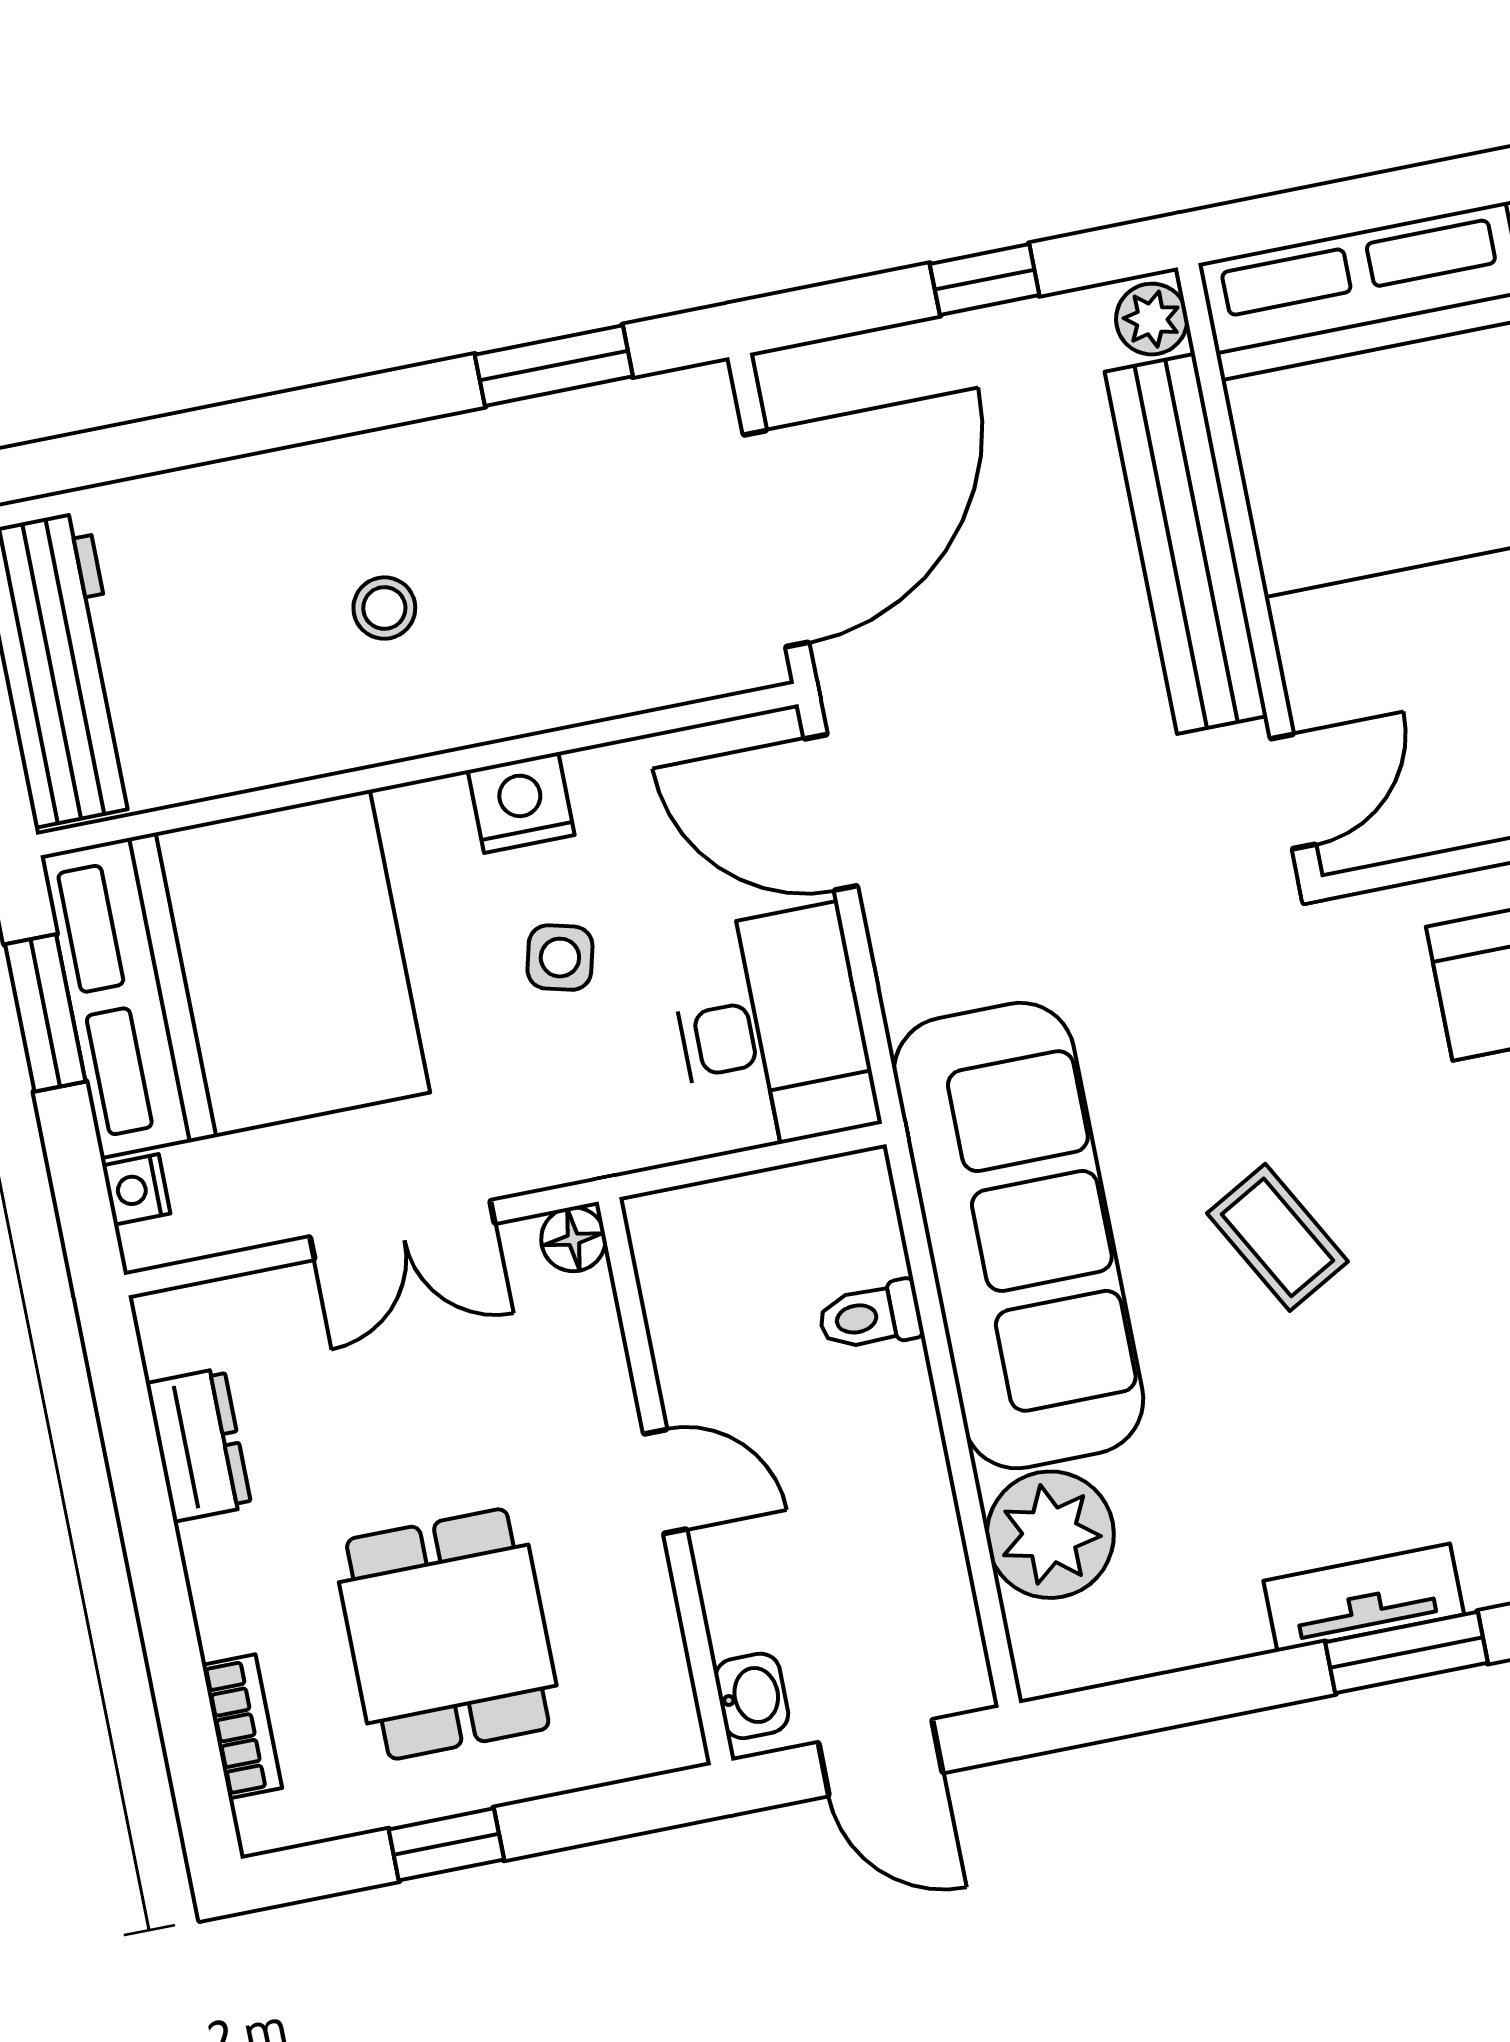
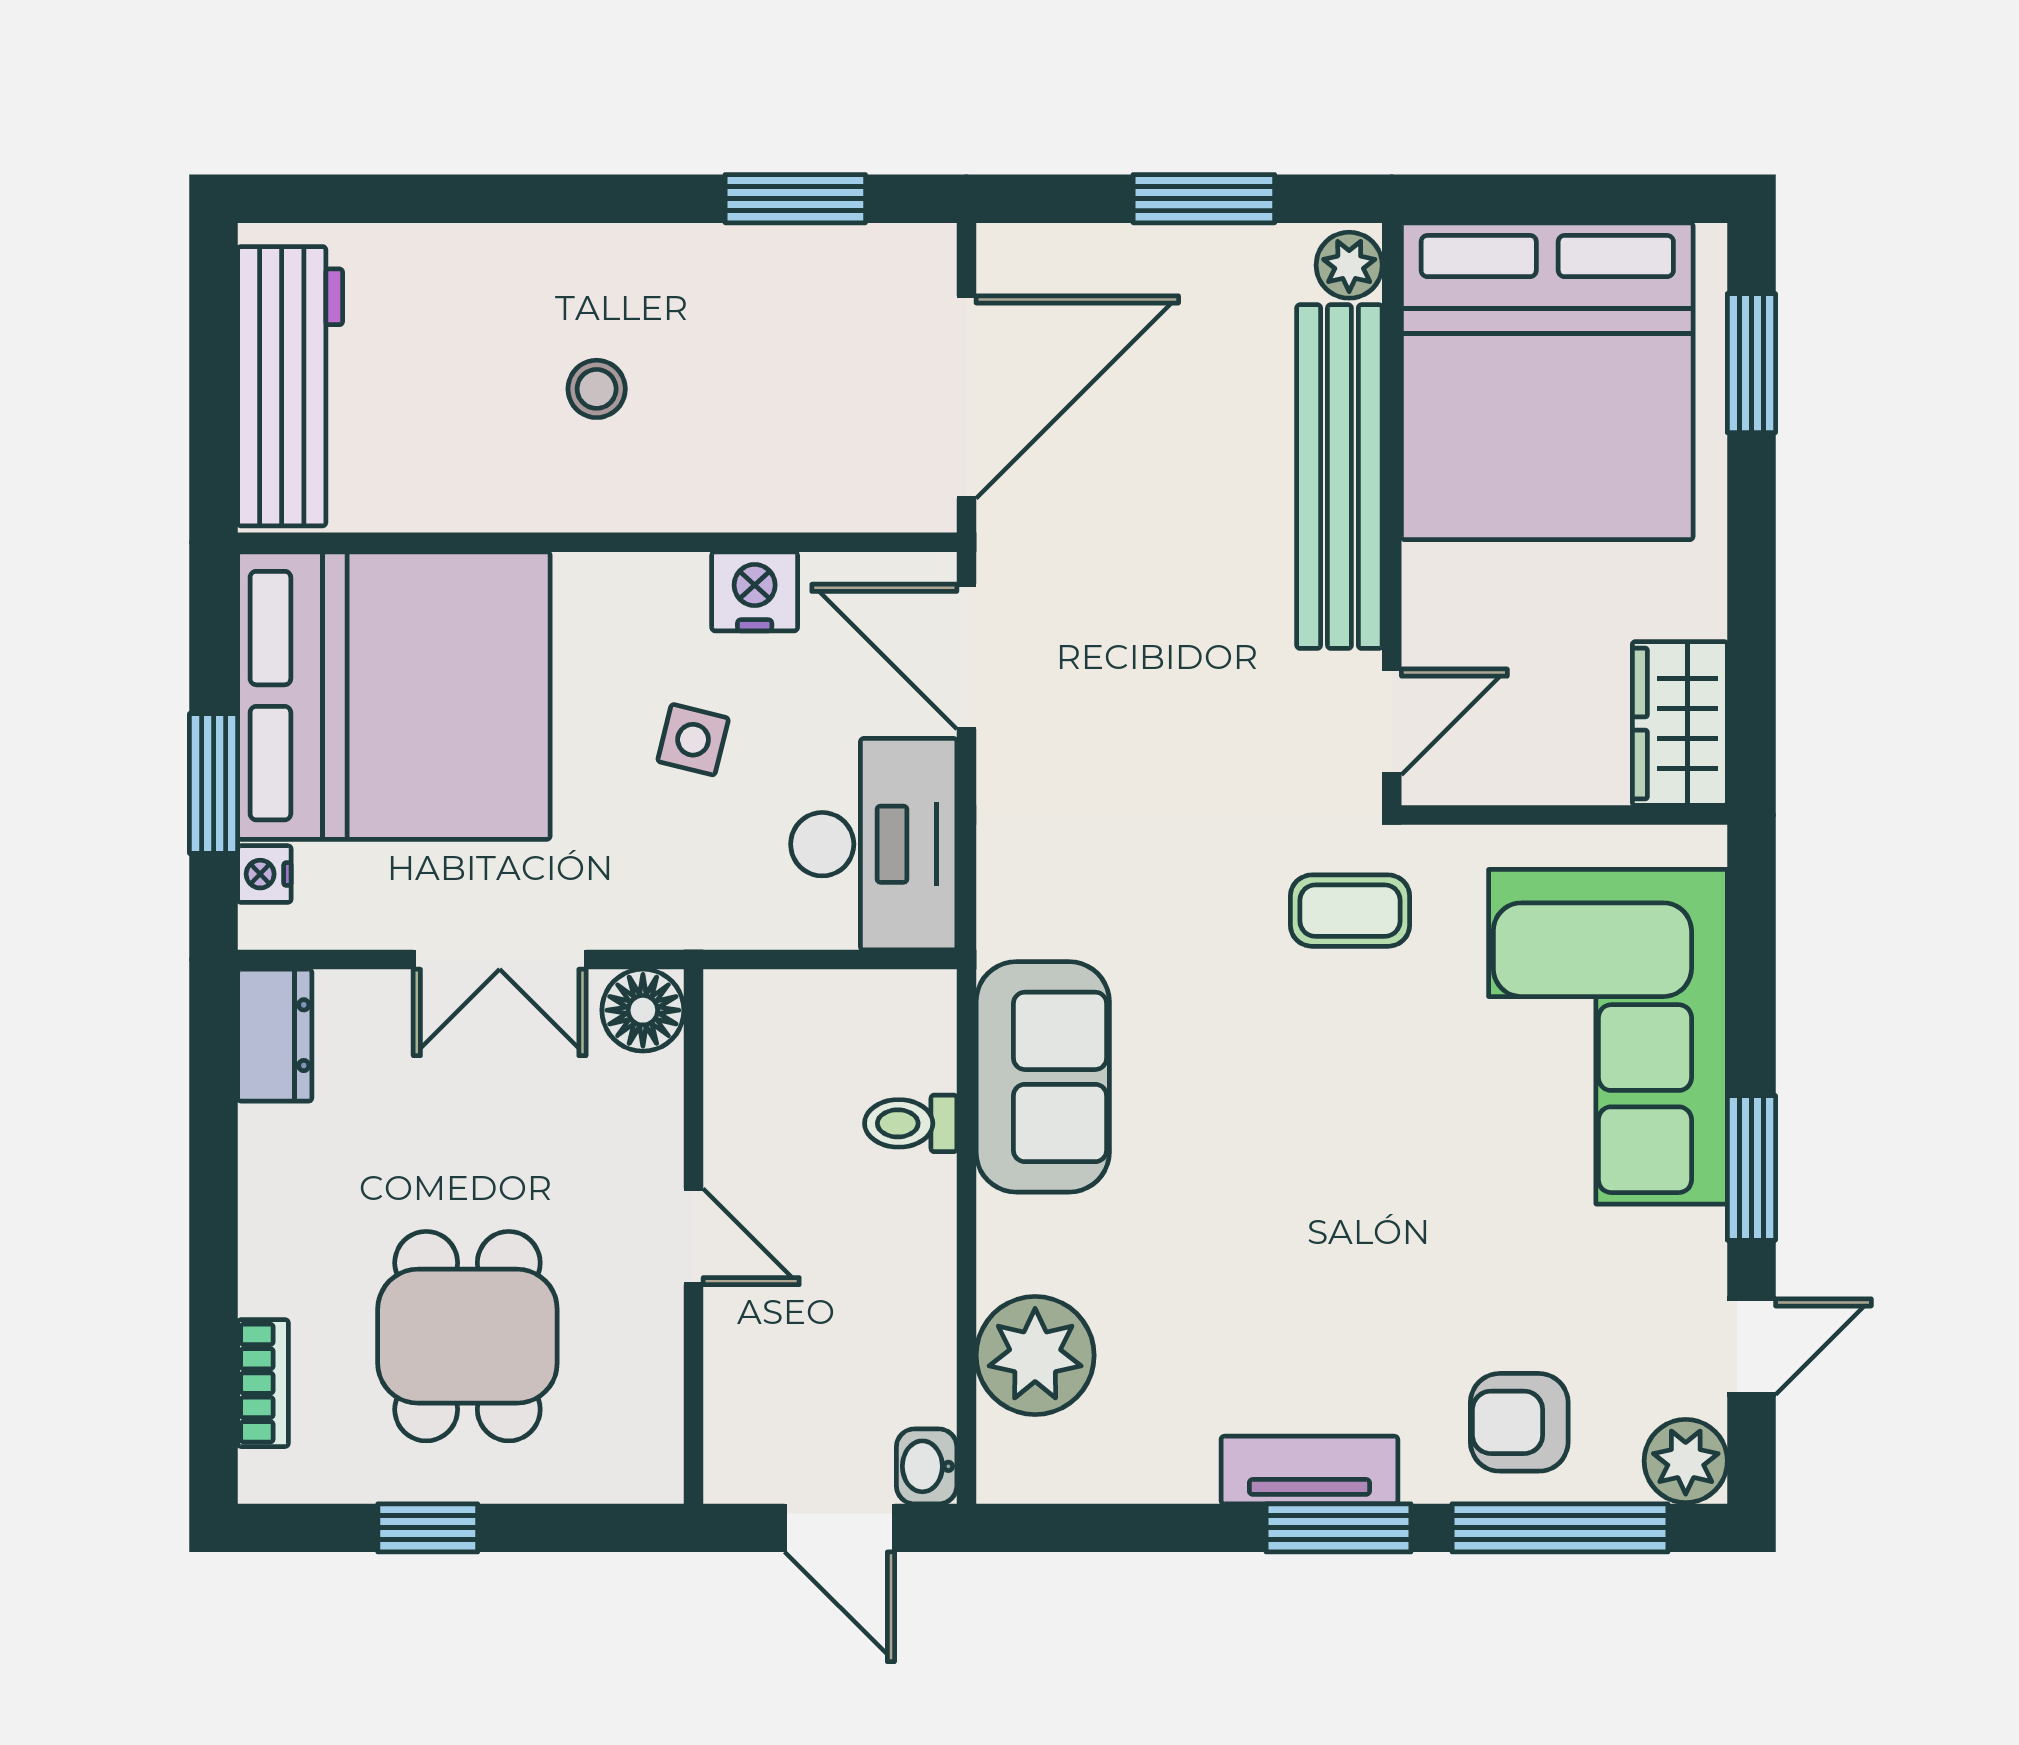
window: (985, 279) -> (1204, 199), width x1.50
nightstand: (521, 803) -> (755, 591), moved
window: (45, 1013) -> (214, 783), moved
sofa: (1019, 1236) -> (1043, 1077), width x0.54, depth x0.79
coffee table: (1278, 1237) -> (1350, 911), moved, turned -61
floor lamp: (573, 1239) -> (643, 1010), width x1.37, depth x1.37
dresser: (199, 1445) -> (275, 1035), moved
washbasin: (752, 1696) -> (927, 1466), moved, turned 180

